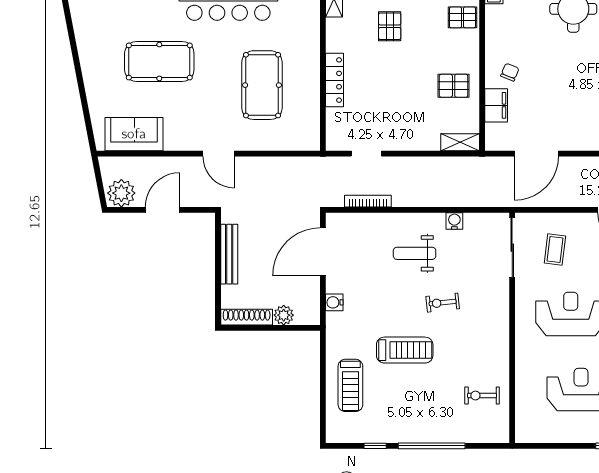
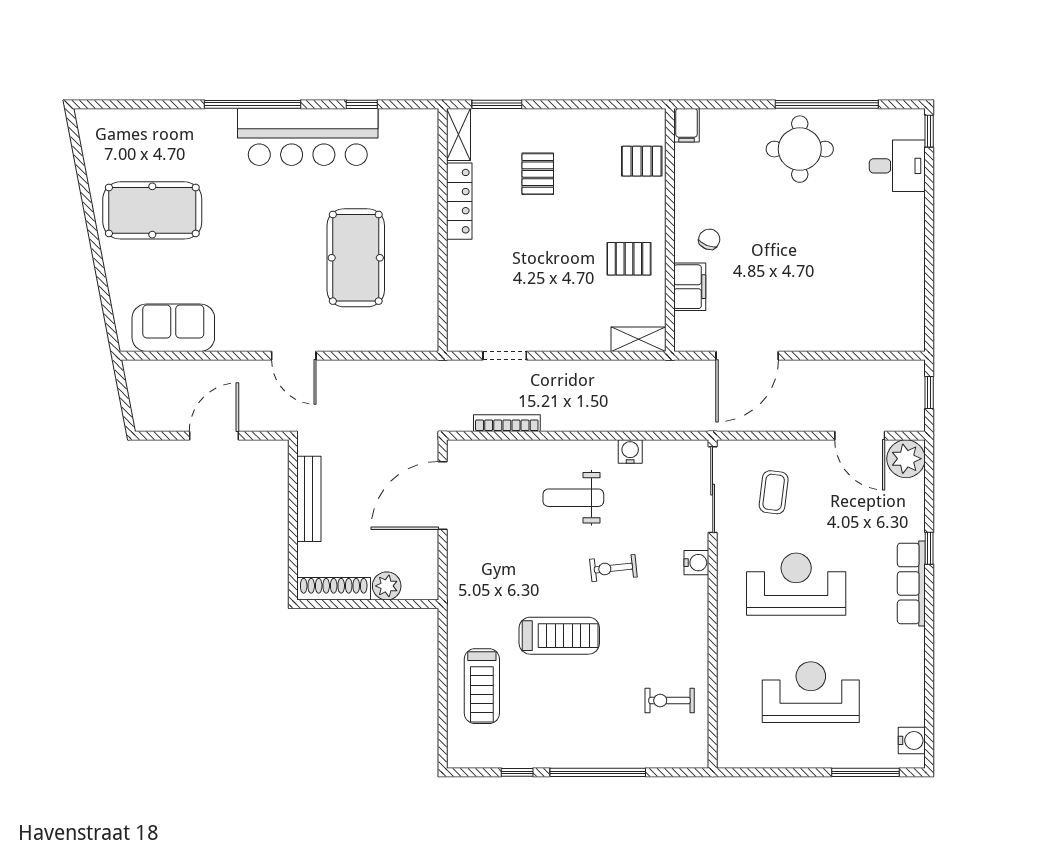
pool table: (159, 61) -> (152, 210), moved
locker: (335, 80) -> (459, 201), moved
plant: (121, 193) -> (155, 412), removed
water cooler: (334, 302) -> (696, 563), moved, turned 180

